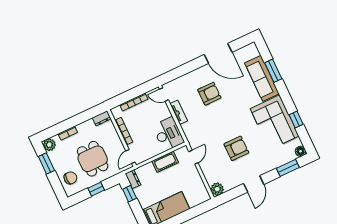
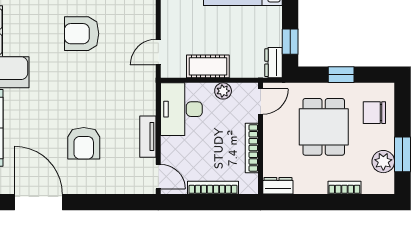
armchair: (209, 94) -> (84, 143), turned -90
plant: (49, 145) -> (383, 162), moved
plant: (152, 153) -> (223, 91), added

